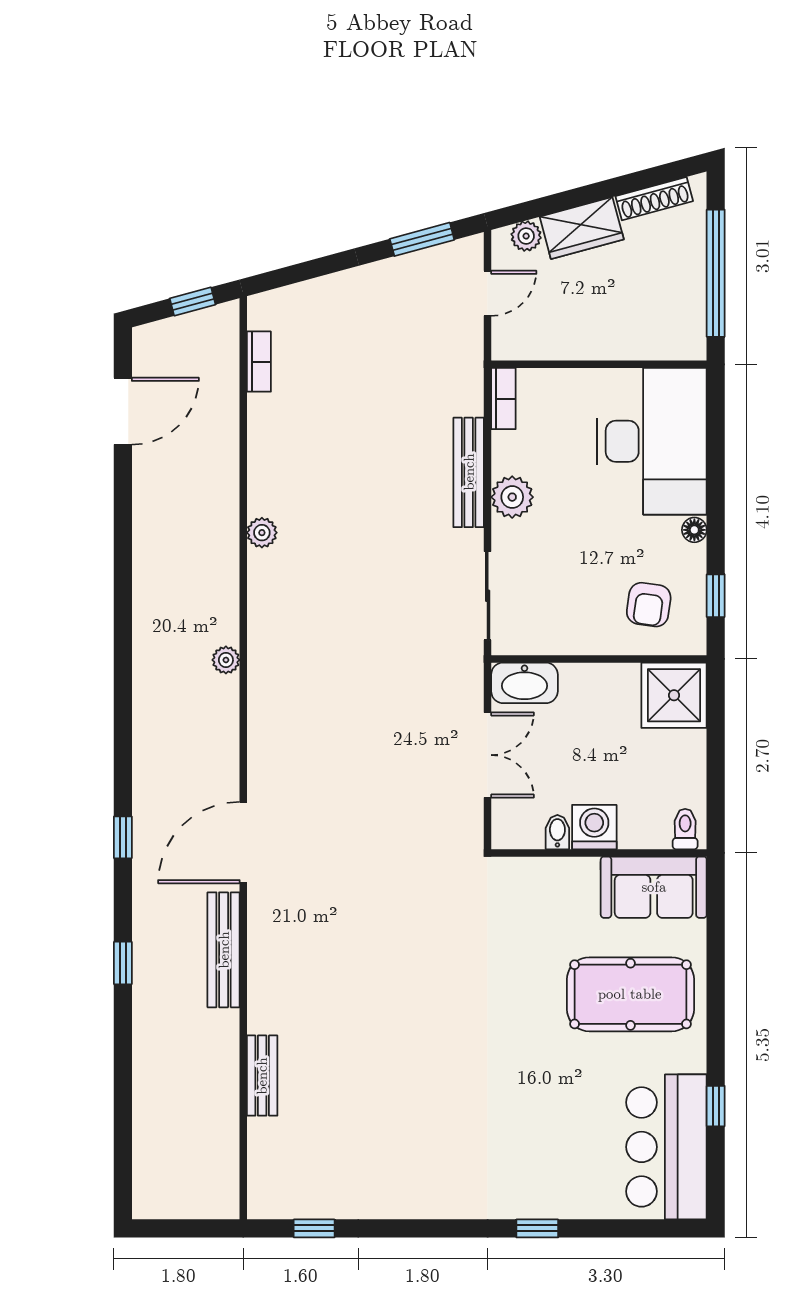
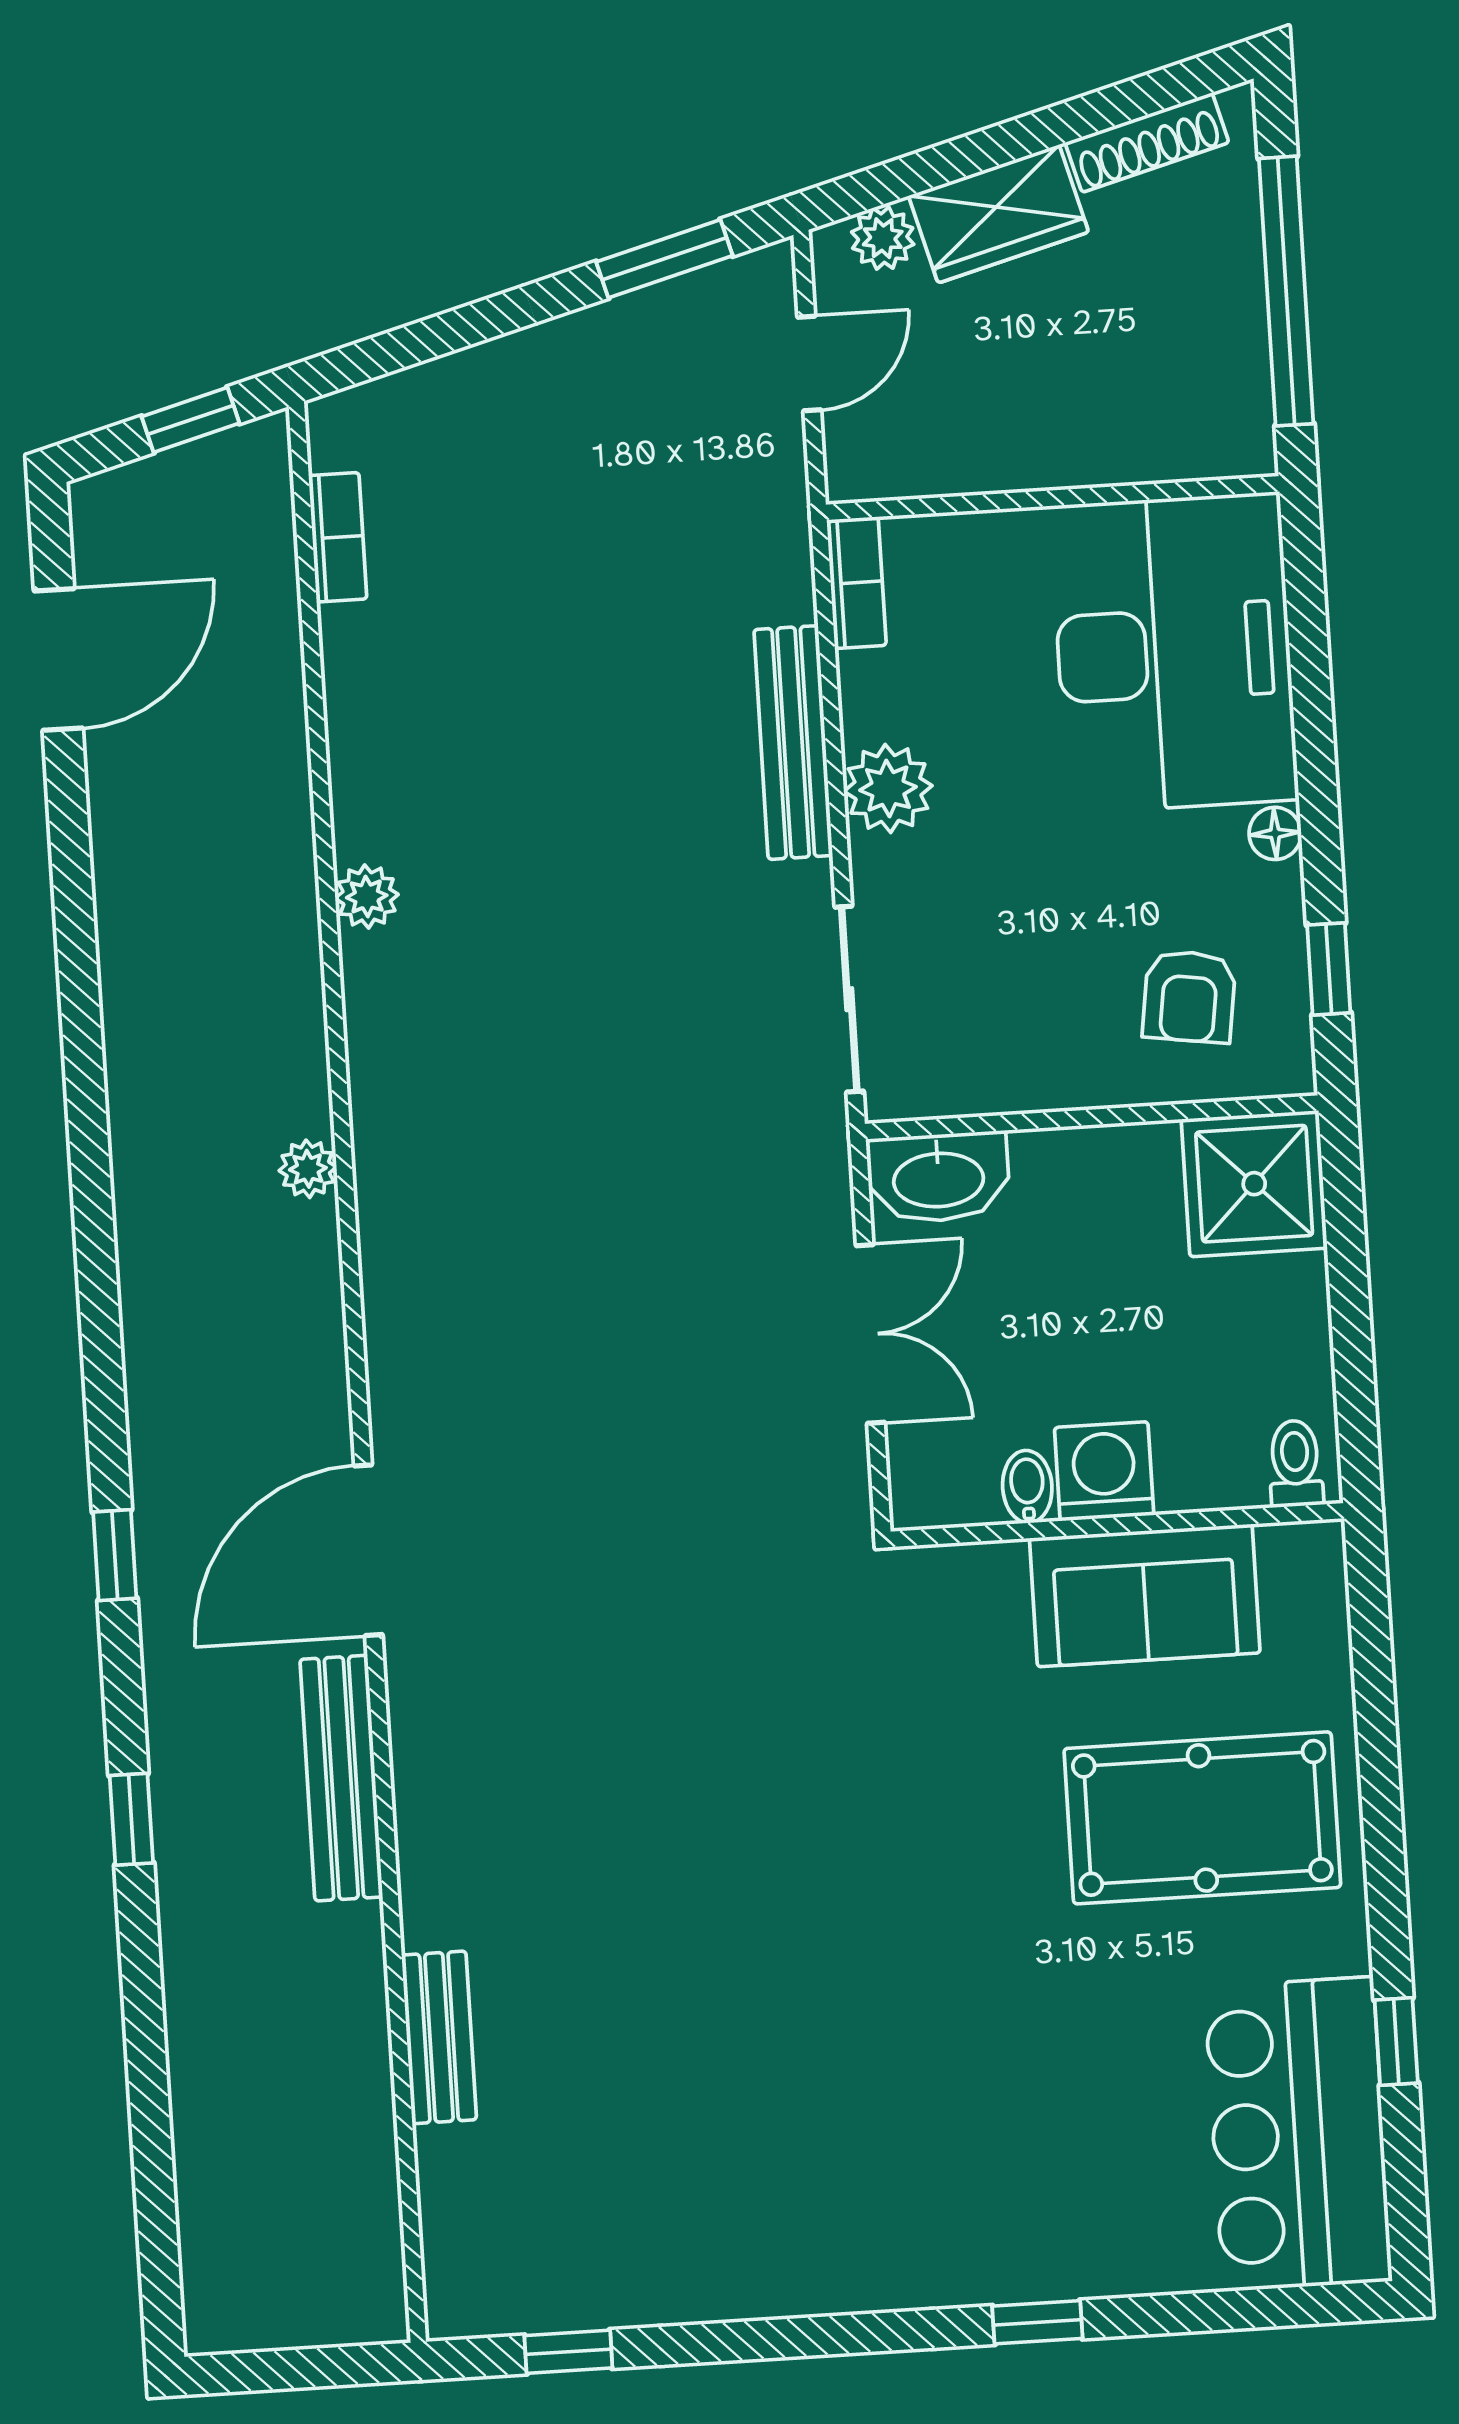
sofa: (654, 887) -> (1145, 1596), moved

